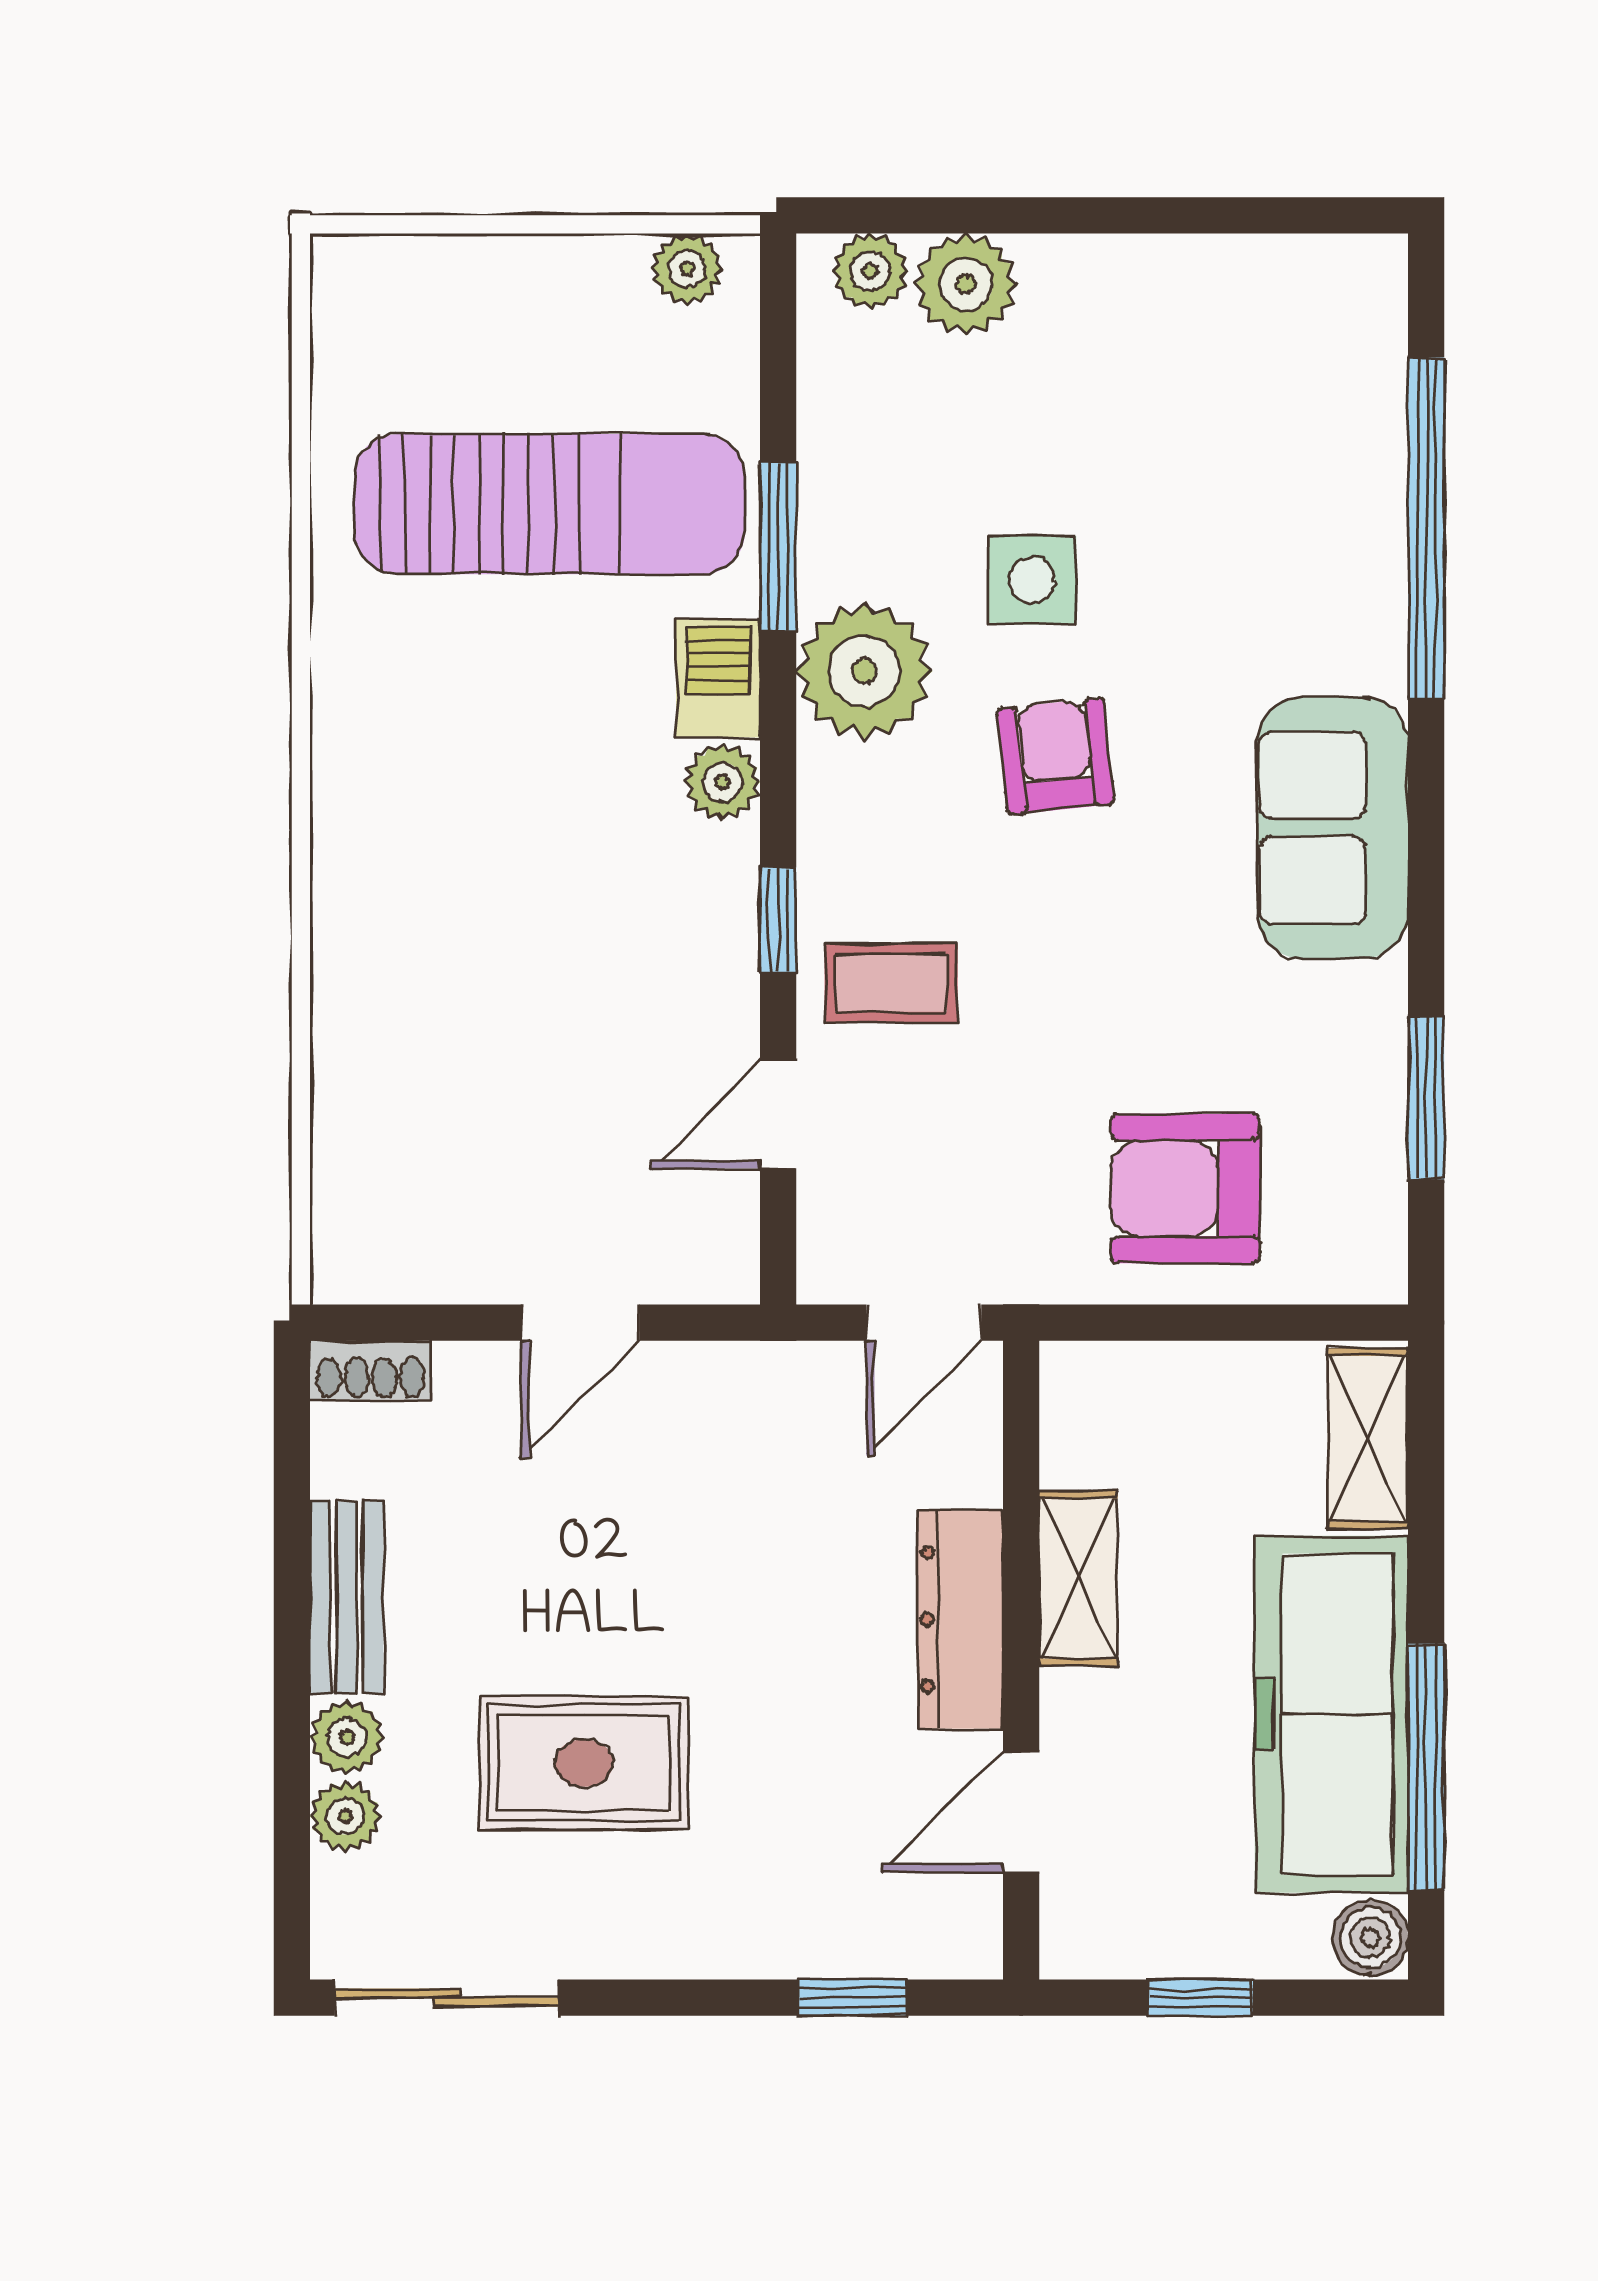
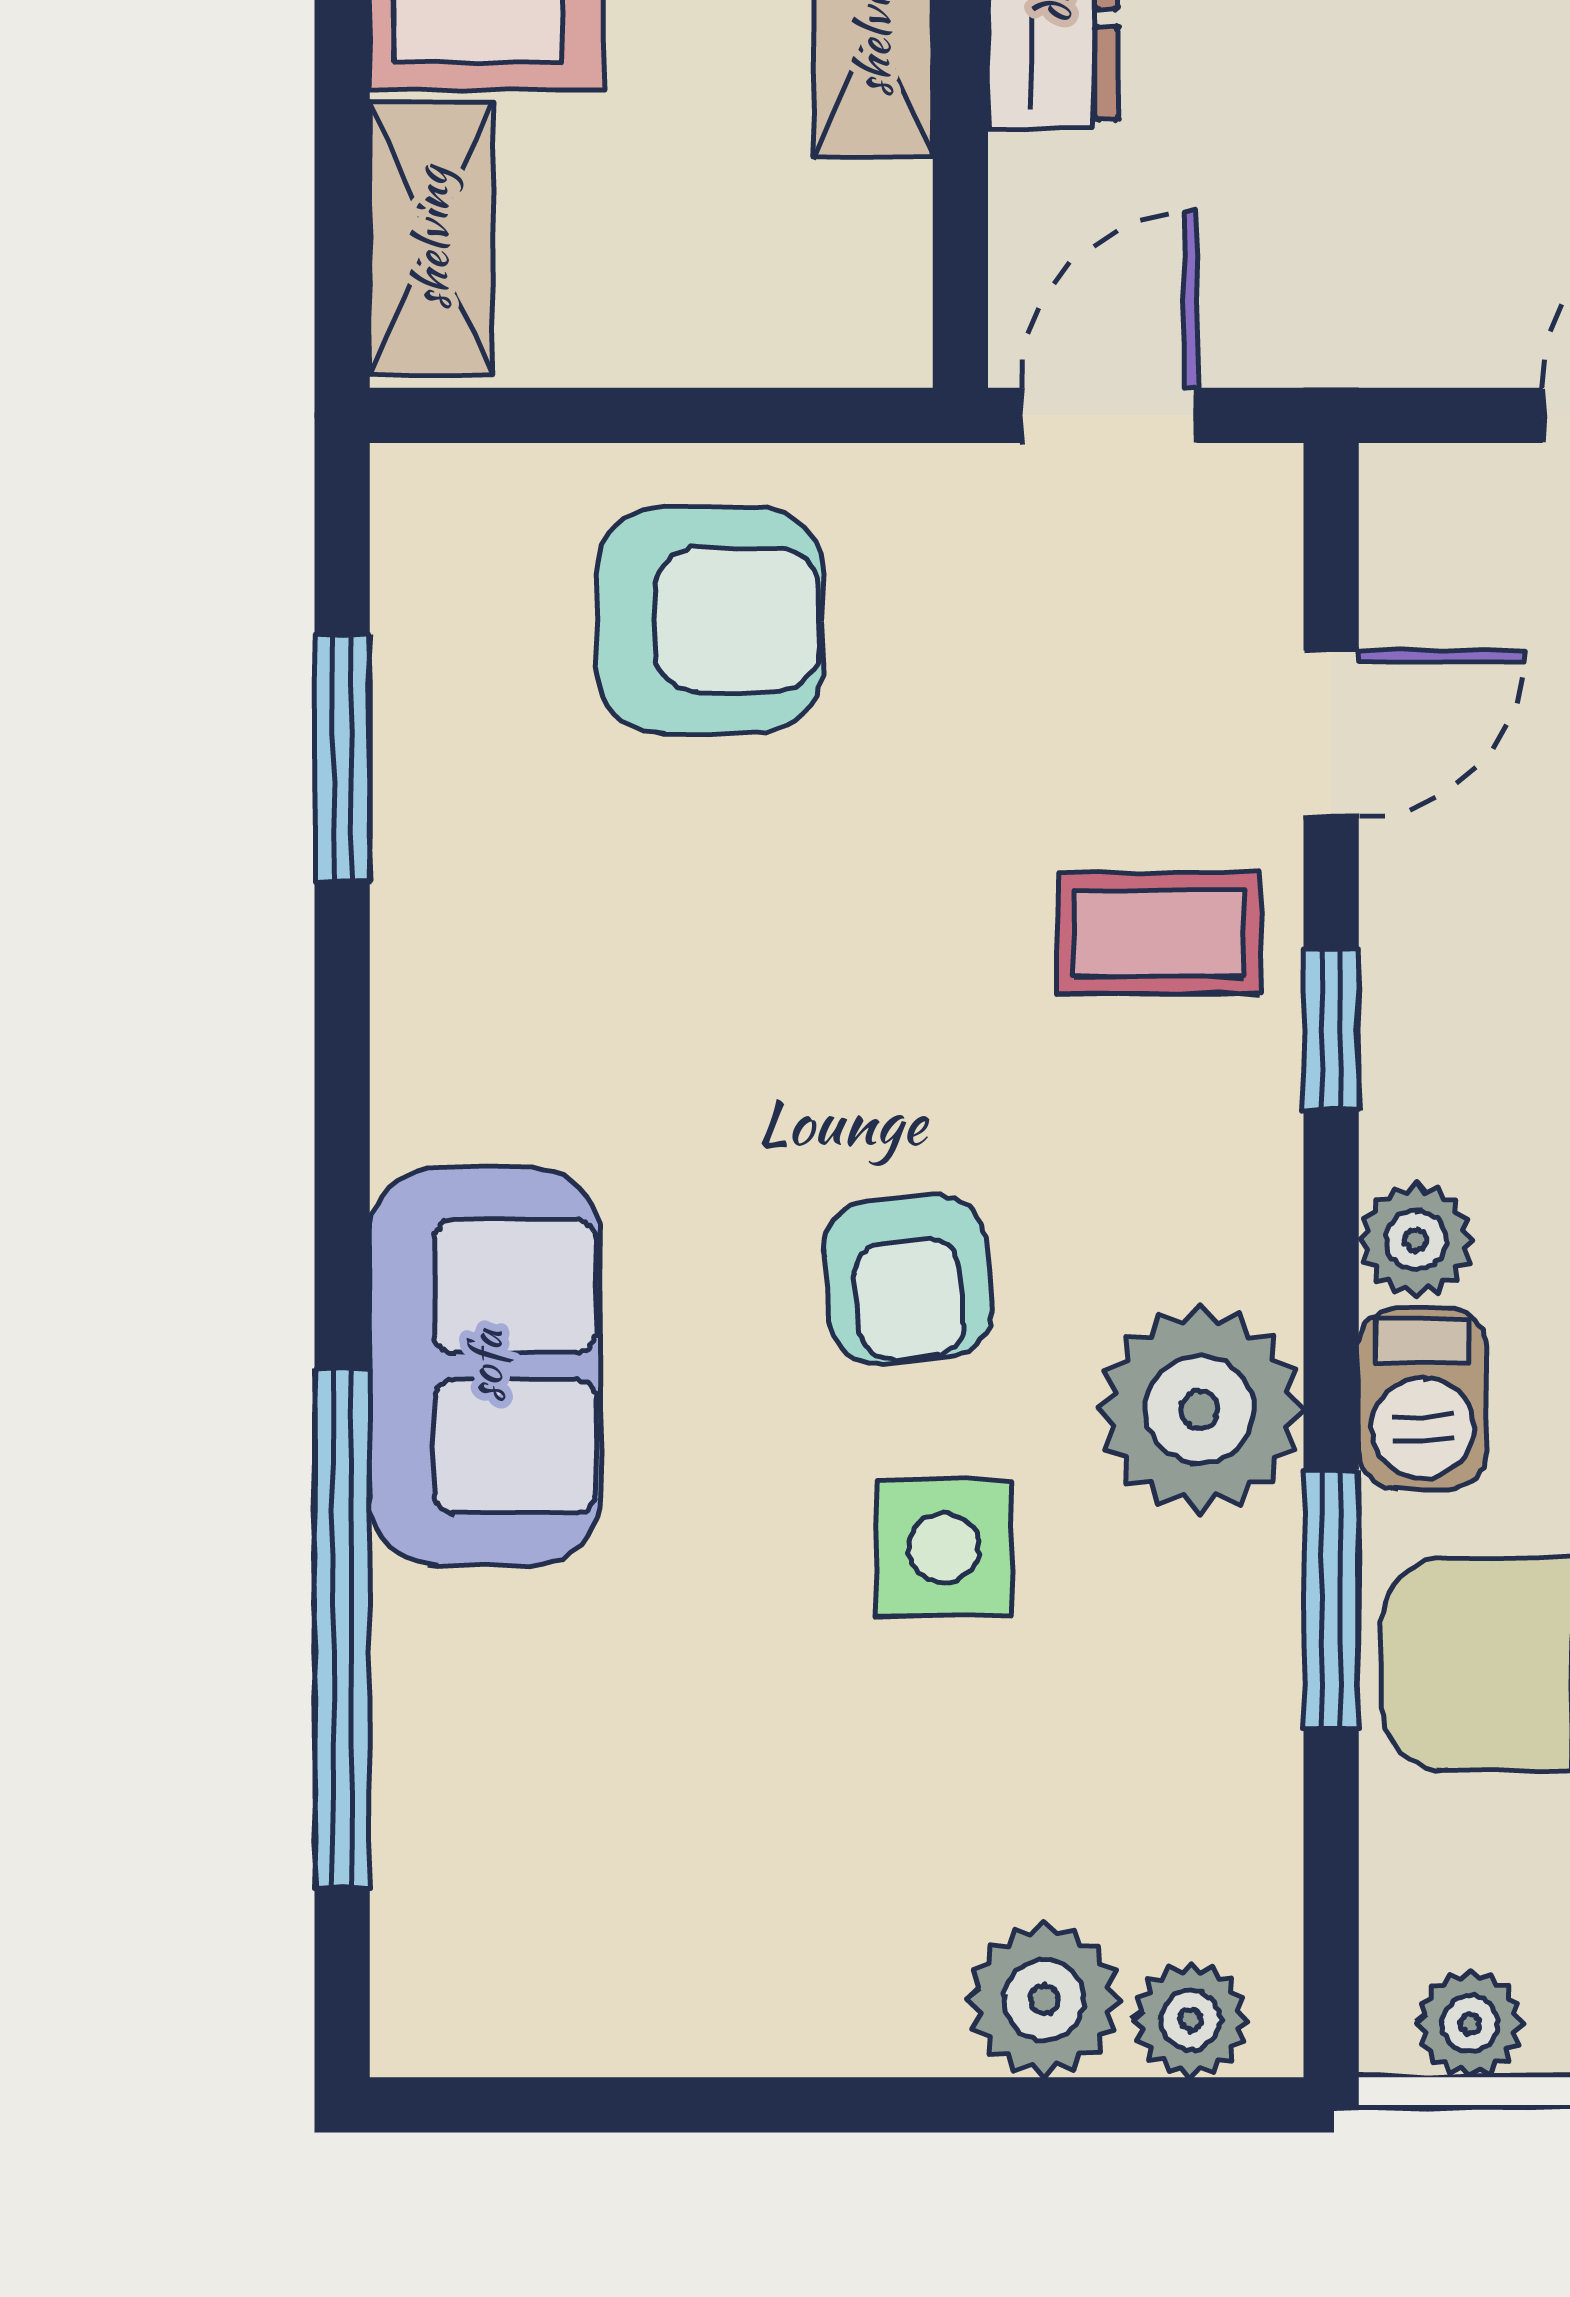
sofa: (1332, 828) -> (485, 1366), moved

